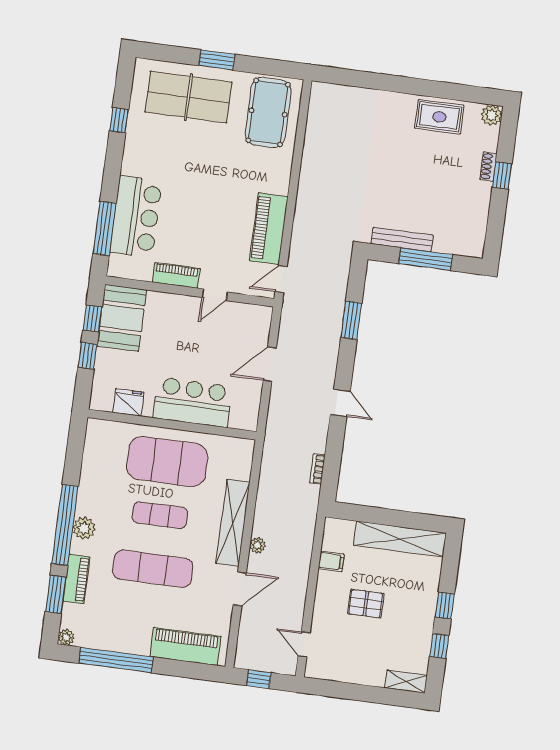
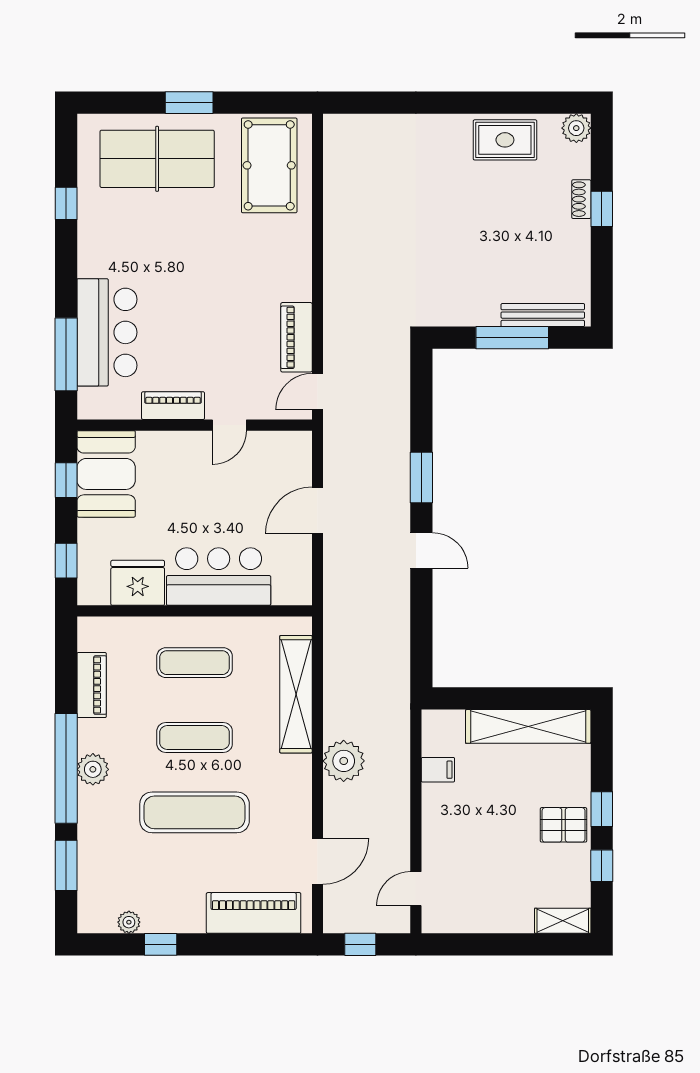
piano: (269, 229) -> (296, 337), width x0.73, depth x0.75
bench: (402, 240) -> (543, 315), moved
window: (351, 320) -> (421, 478), moved
window: (88, 356) -> (66, 561), moved
fridge: (128, 402) -> (138, 583), width x1.36, depth x1.34
exercise mat: (167, 461) -> (195, 663), width x0.50, depth x0.69
bookcase: (317, 469) -> (402, 646), removed
shelving: (233, 523) -> (296, 694), moved
plant: (258, 545) -> (344, 761), width x1.87, depth x1.87
piano: (76, 579) -> (92, 685), moved
door: (240, 589) -> (318, 861), moved
pallet: (366, 604) -> (564, 825), moved
plant: (66, 637) -> (129, 922), moved
door: (304, 645) -> (416, 889), hinge flipped
window: (116, 660) -> (161, 944), width x0.32

